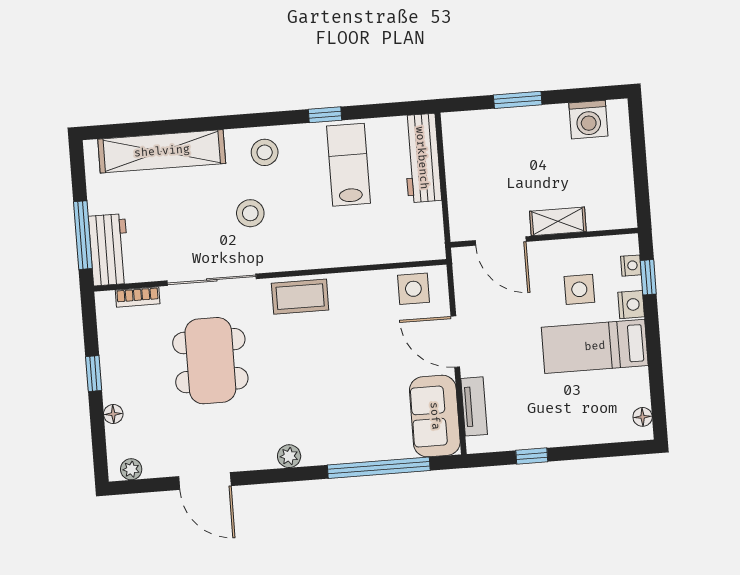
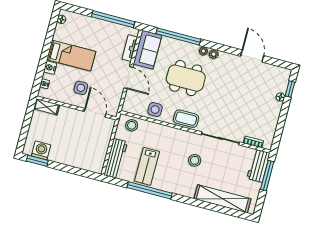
window: (518, 100) -> (37, 161), moved
window: (325, 115) -> (150, 190), width x3.17
stool: (265, 152) -> (132, 125), moved
shelving: (558, 221) -> (47, 107), moved
window: (648, 277) -> (39, 76), removed
side table: (413, 289) -> (155, 110), moved
side table: (579, 289) -> (81, 88), moved
dining table: (210, 361) -> (186, 78), moved, turned 90
window: (94, 374) -> (290, 89), moved
window: (532, 456) -> (113, 19), width x3.17
plant: (131, 469) -> (203, 51), moved

